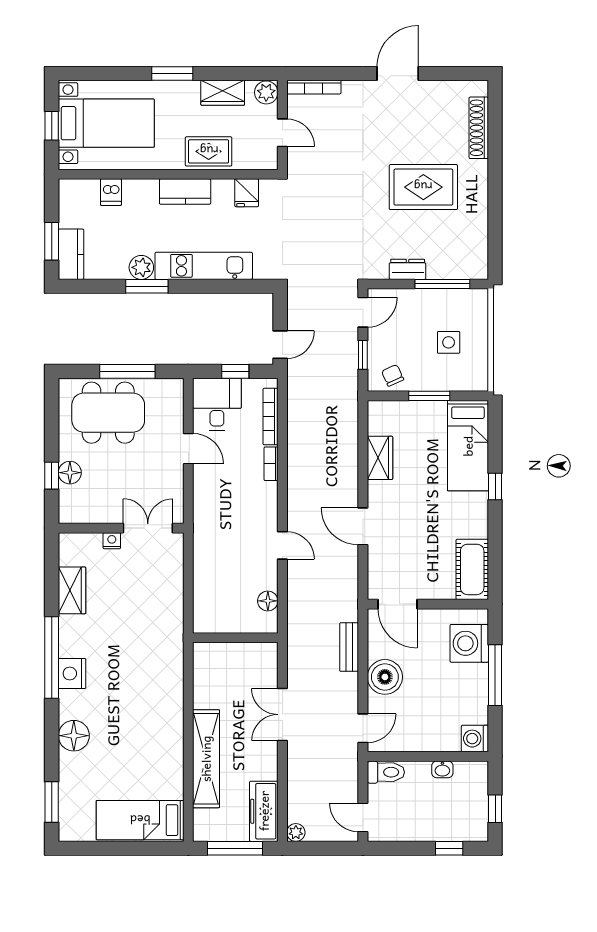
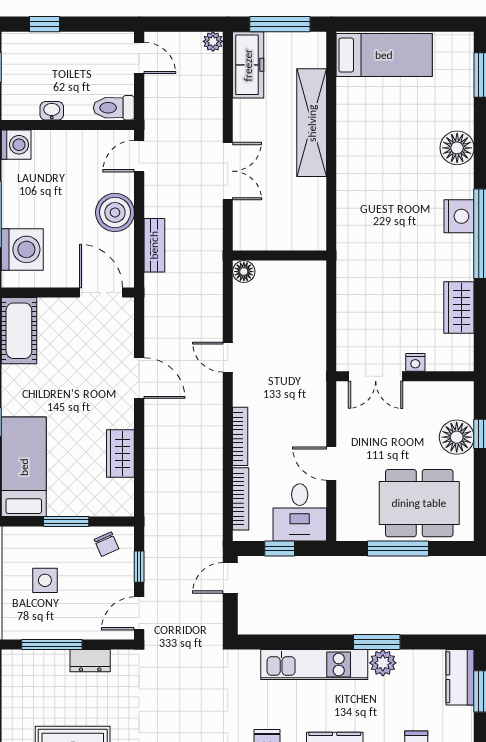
bookcase: (271, 464) -> (240, 436), width x1.56
floor lamp: (70, 473) -> (457, 437), width x1.38, depth x1.38
floor lamp: (268, 601) -> (244, 272), moved

